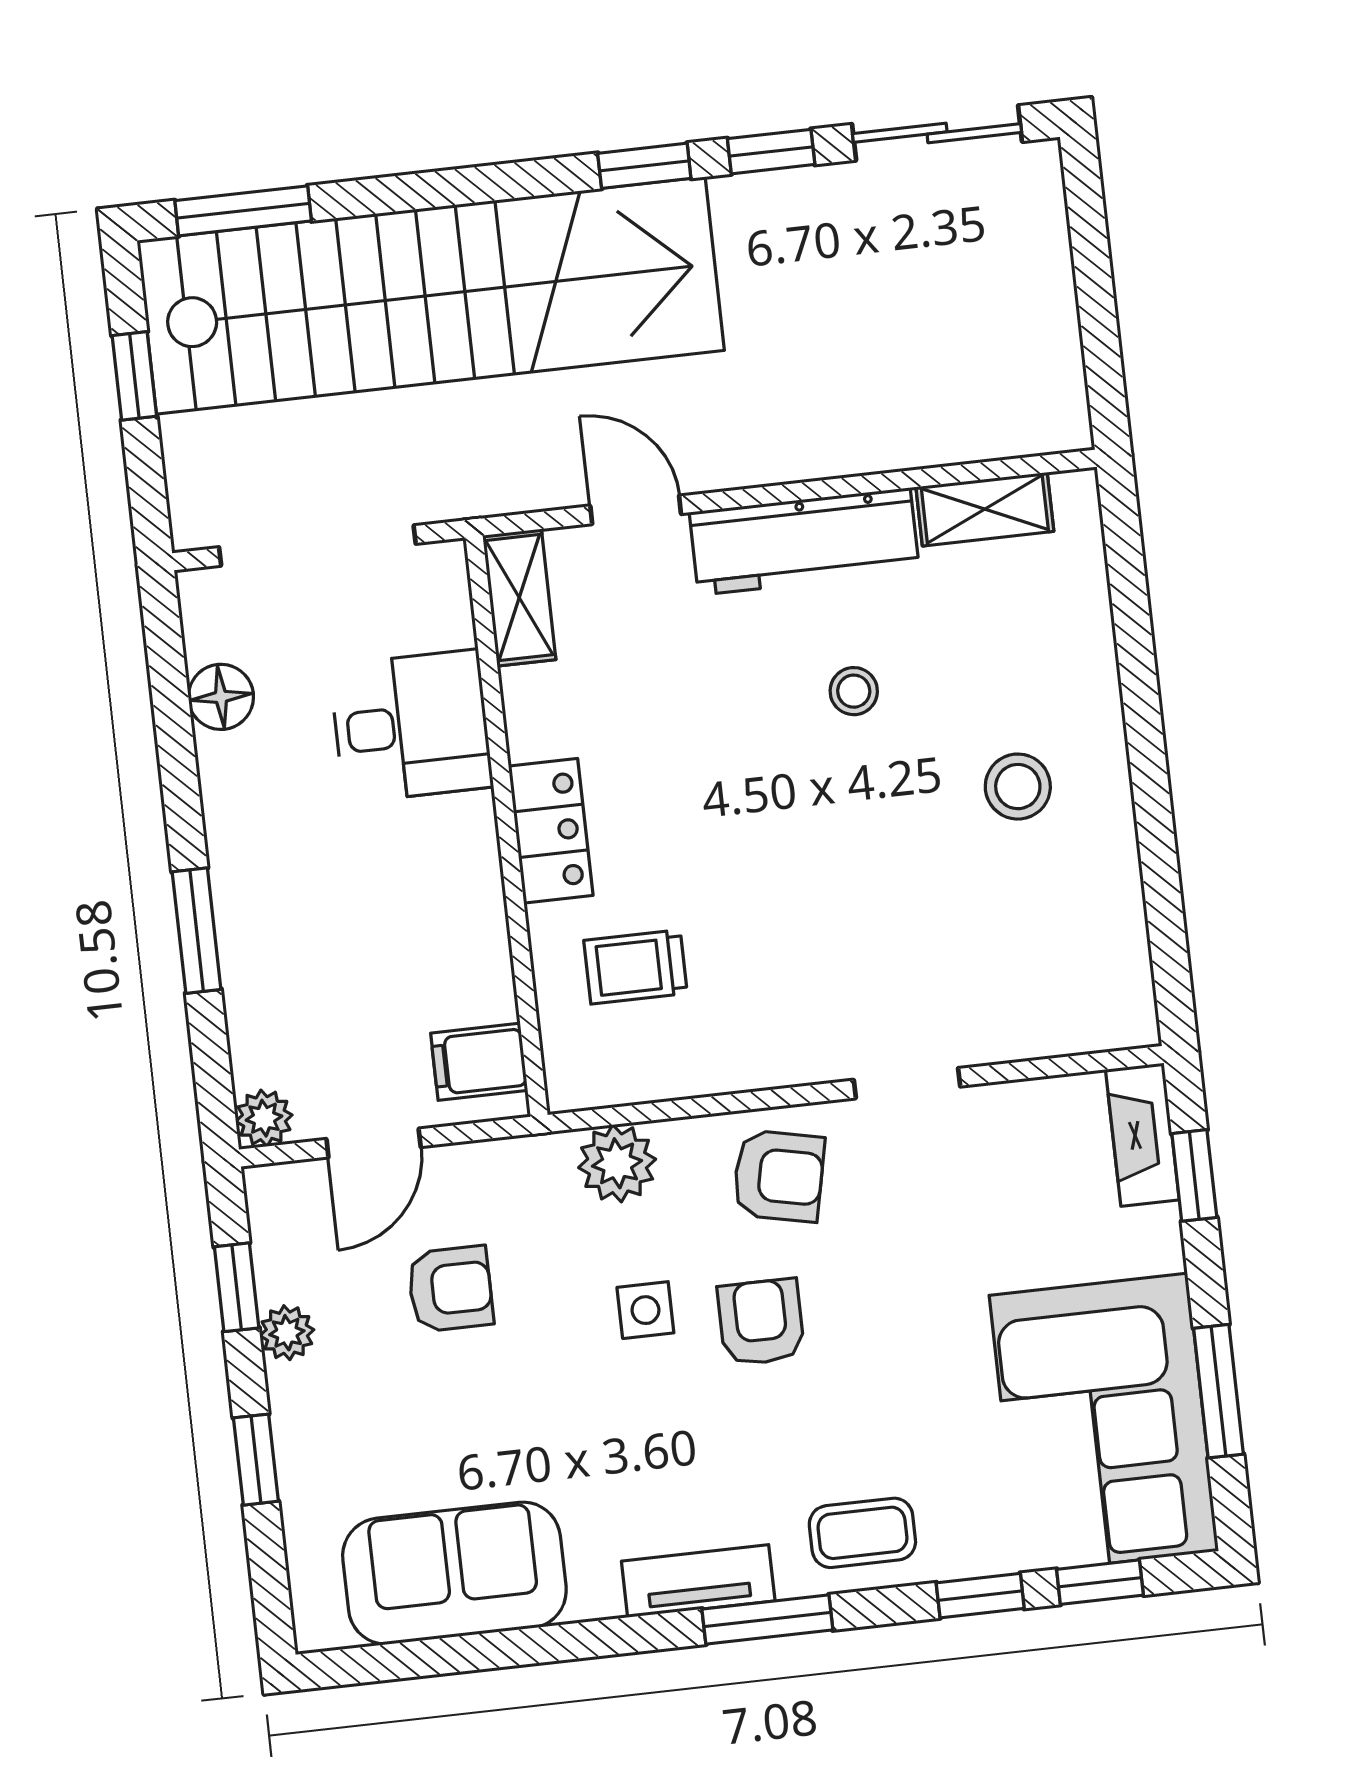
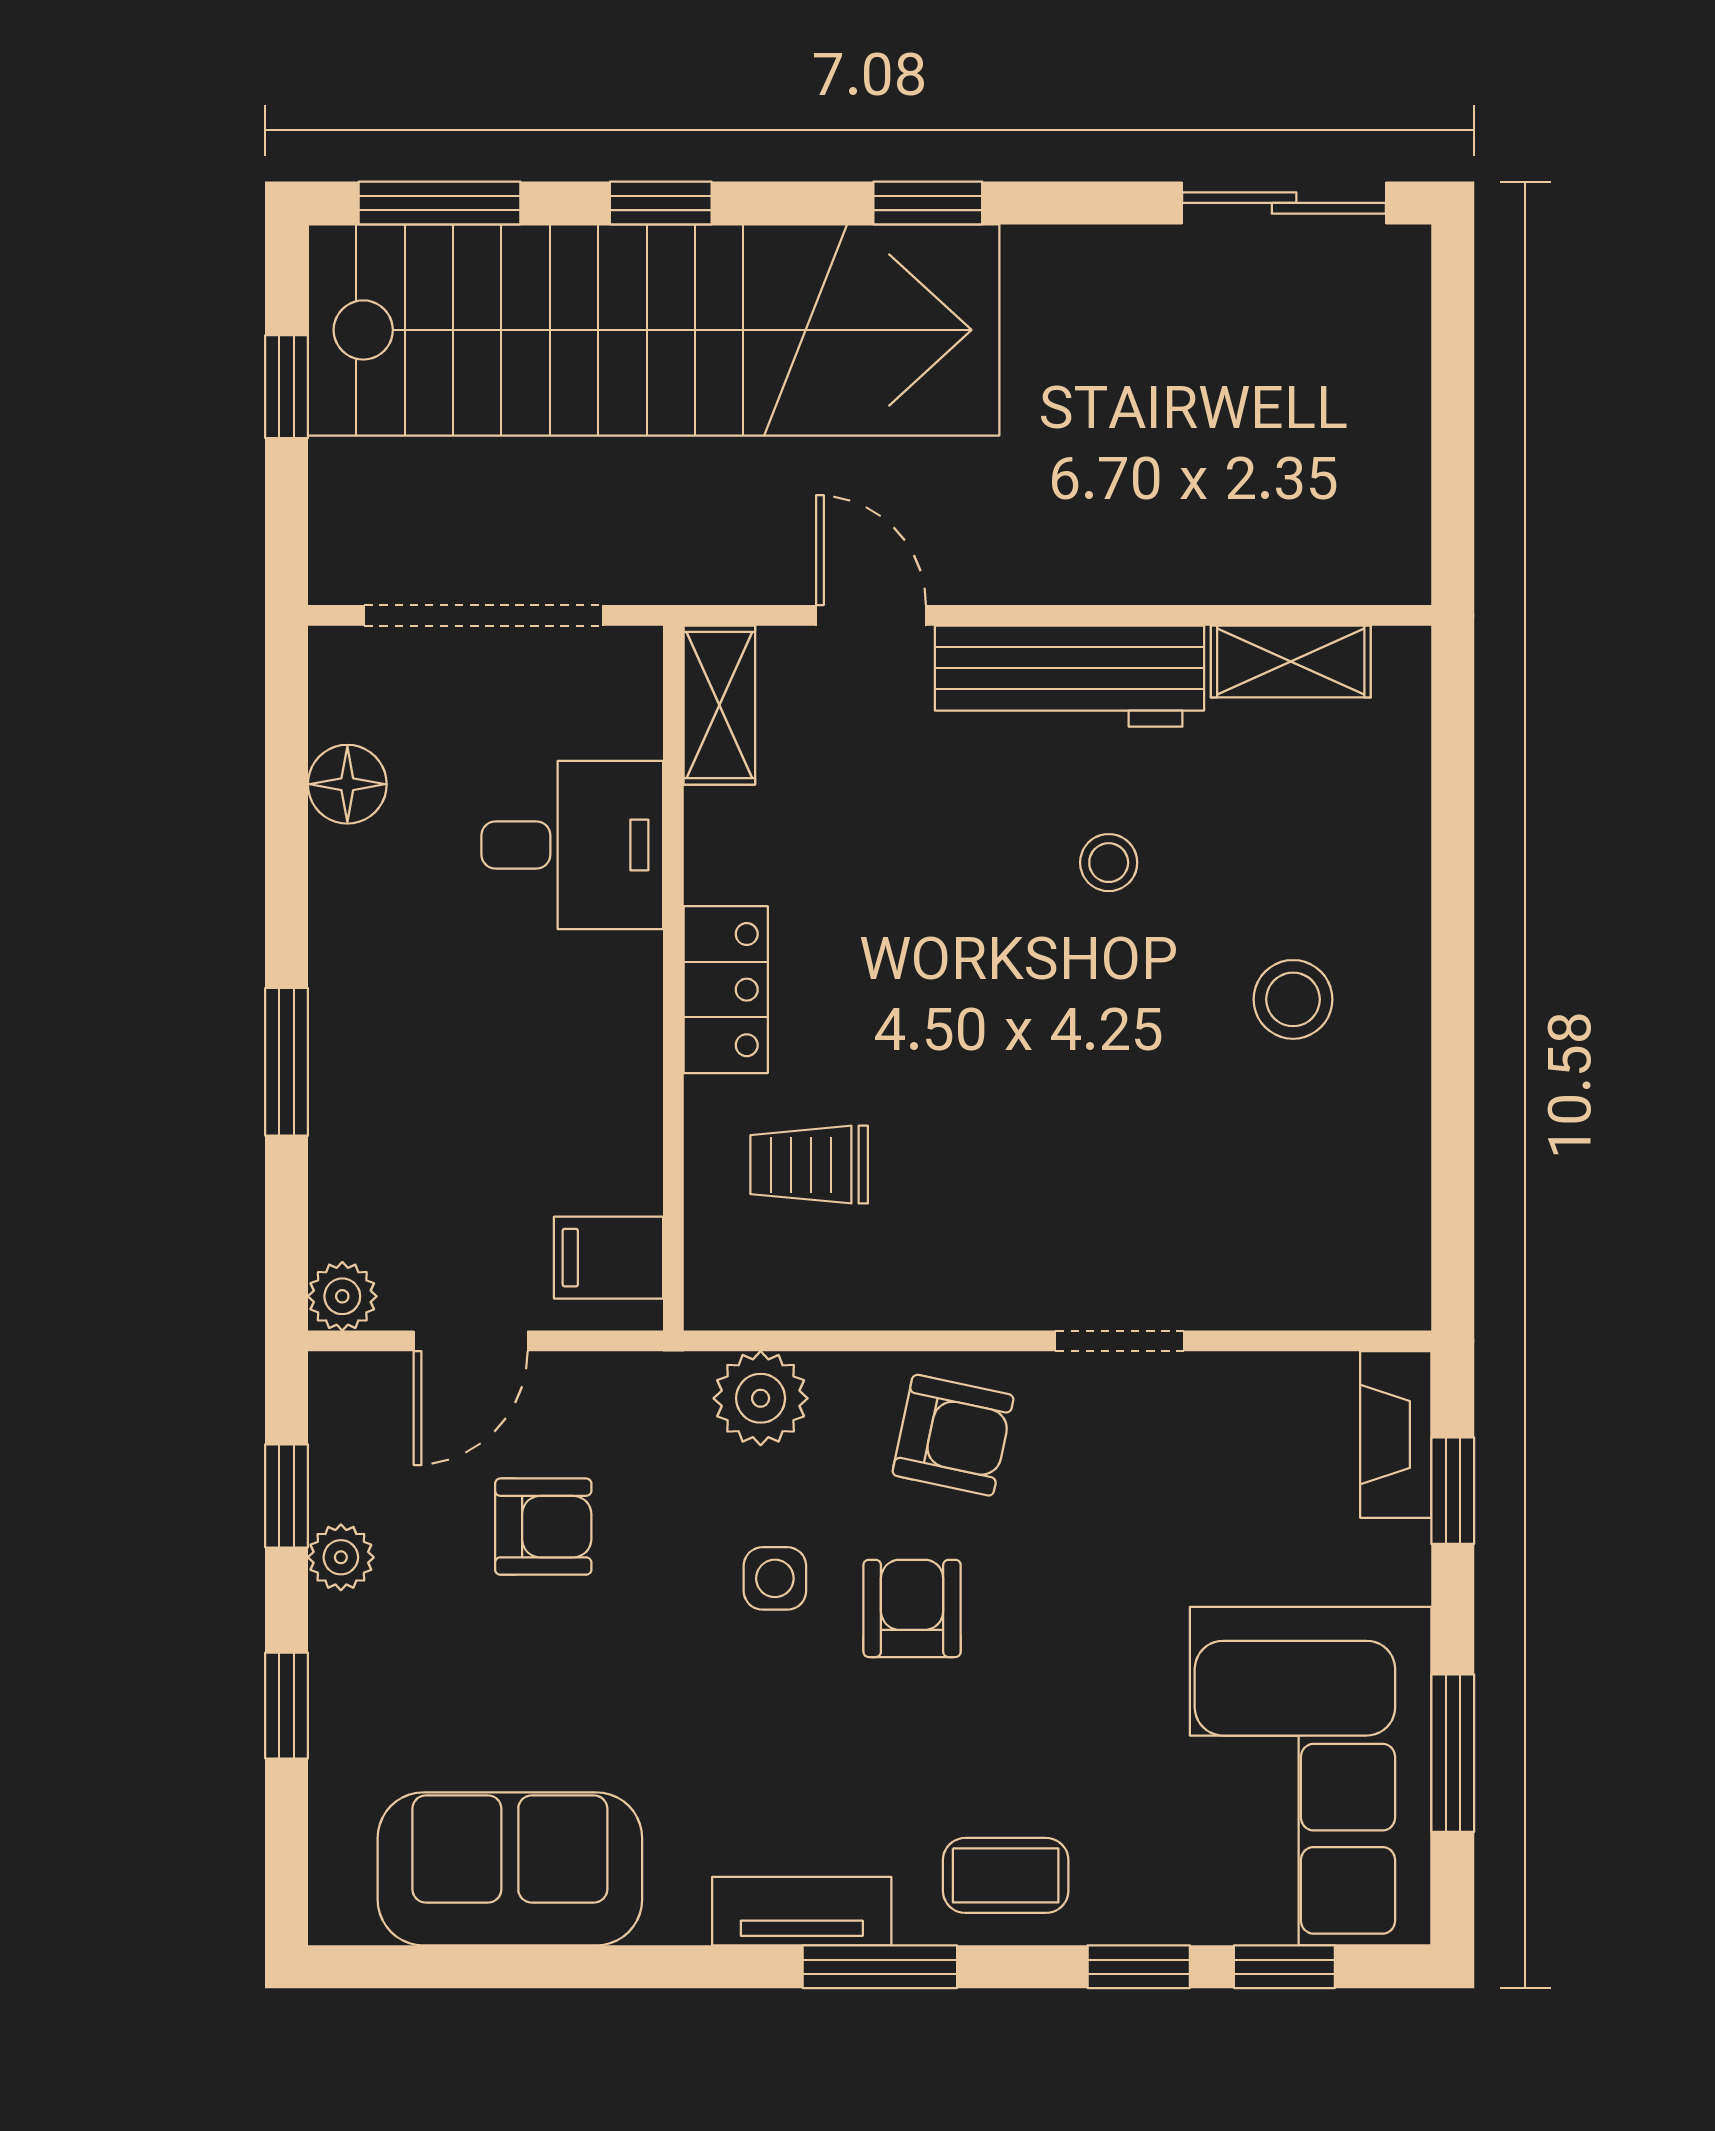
window: (771, 152) -> (661, 203), moved

